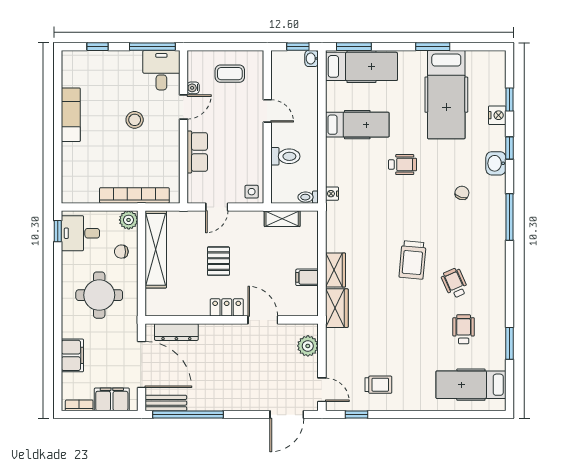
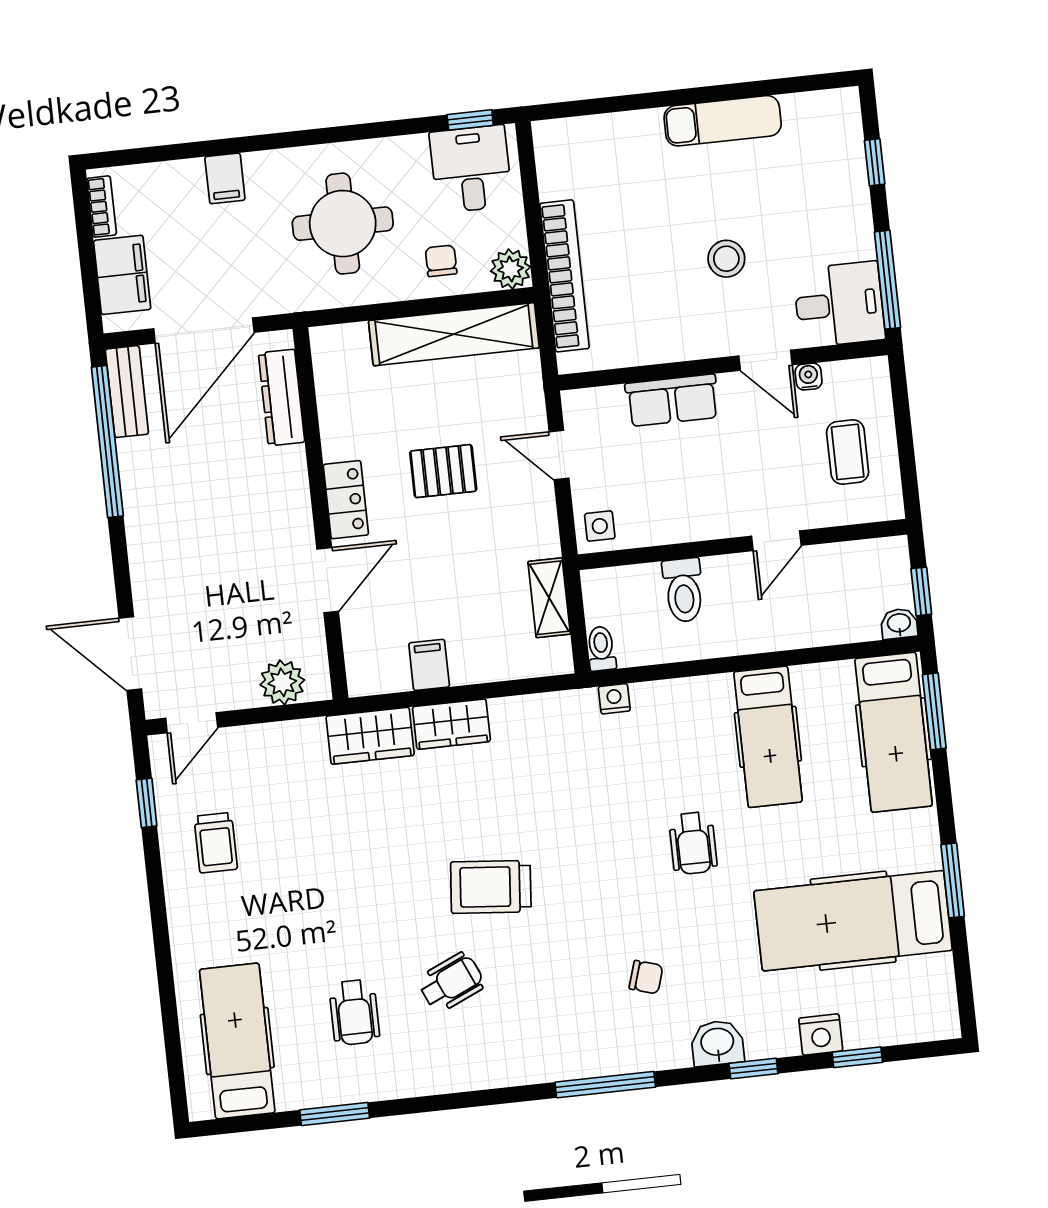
wheelchair: (464, 329) -> (354, 1012), turned 90
filing cabinet: (72, 355) -> (225, 178), width x0.50

